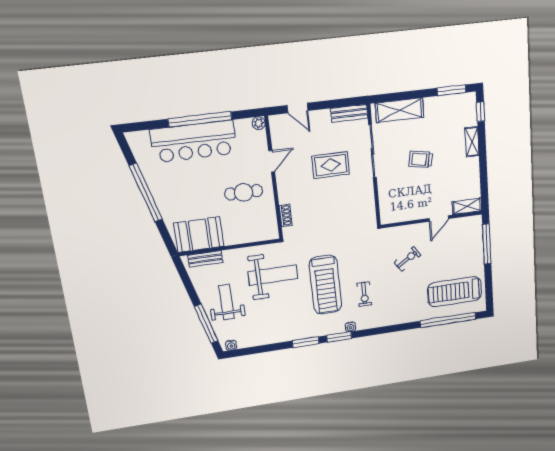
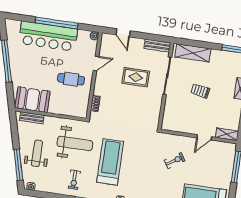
treadmill: (325, 285) -> (110, 162), turned 180
exercise bike: (364, 294) -> (74, 180), moved

